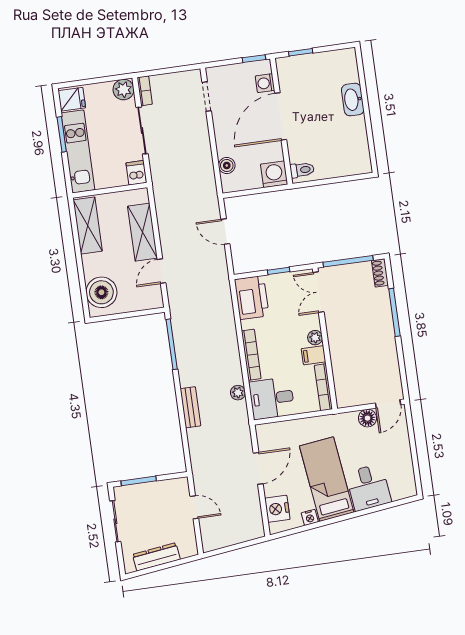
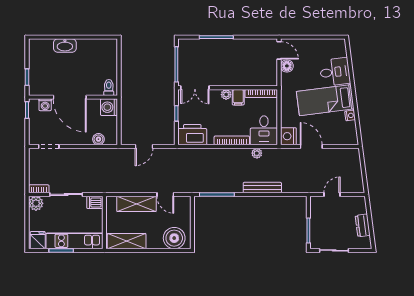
shoe rack: (380, 273) -> (188, 43), removed
bench: (190, 407) -> (262, 188), width x1.36
nightstand: (277, 509) -> (288, 136), moved, turned 90
dresser: (156, 557) -> (363, 225), width x0.70

